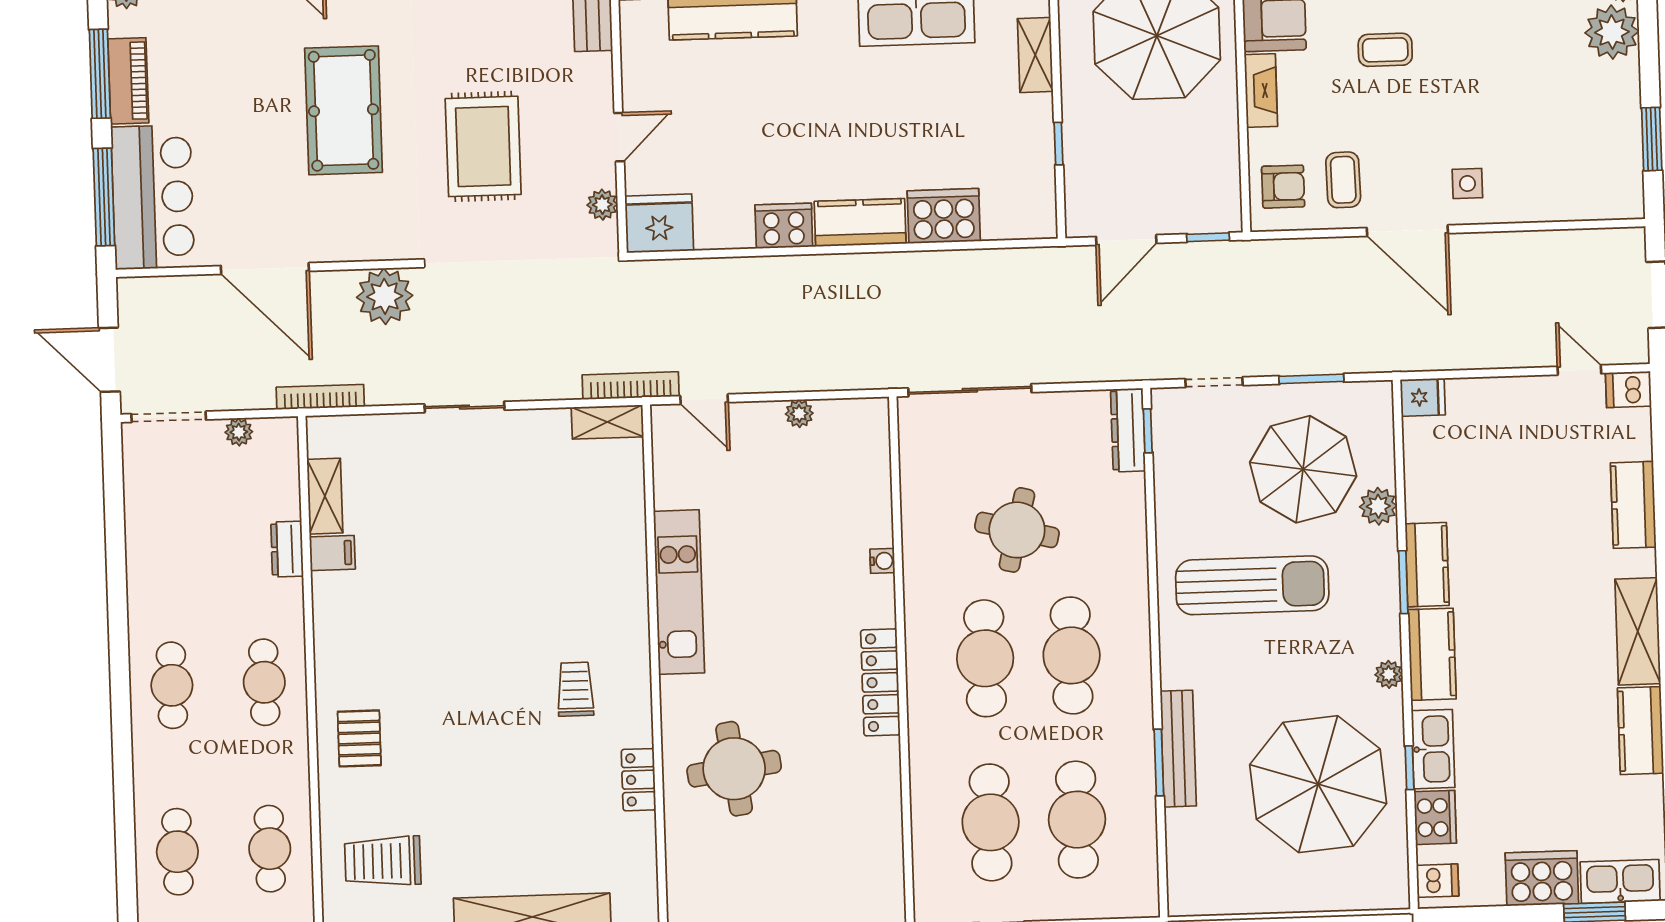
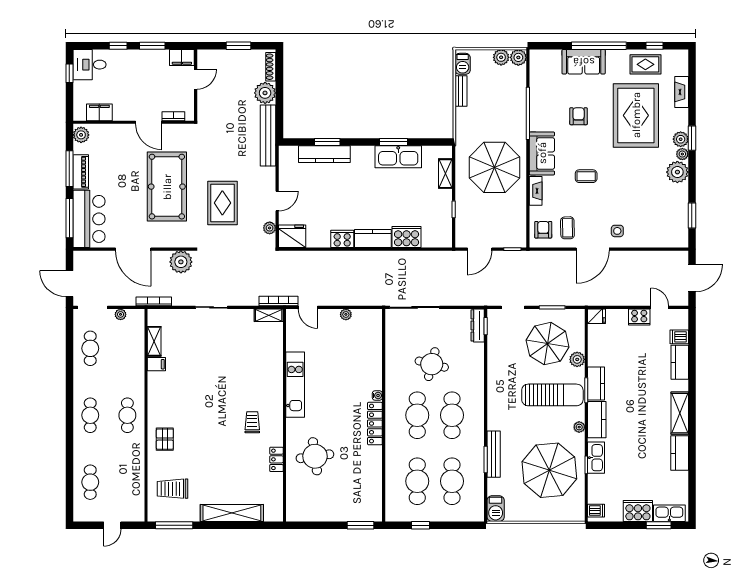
pool table: (344, 110) -> (167, 187), width x1.36, depth x1.32
armchair: (1283, 187) -> (543, 230), turned -90
door: (1407, 231) -> (593, 249), hinge flipped
dishwasher: (1628, 389) -> (679, 337), moved
dresser: (287, 549) -> (138, 362), removed
water cooler: (882, 561) -> (377, 395), moved
sun lounger: (1252, 585) -> (552, 395), moved
cooker: (1435, 817) -> (639, 317), moved, turned 90
cafe table: (270, 849) -> (90, 348), moved
barbecue: (1188, 884) -> (496, 509), added

